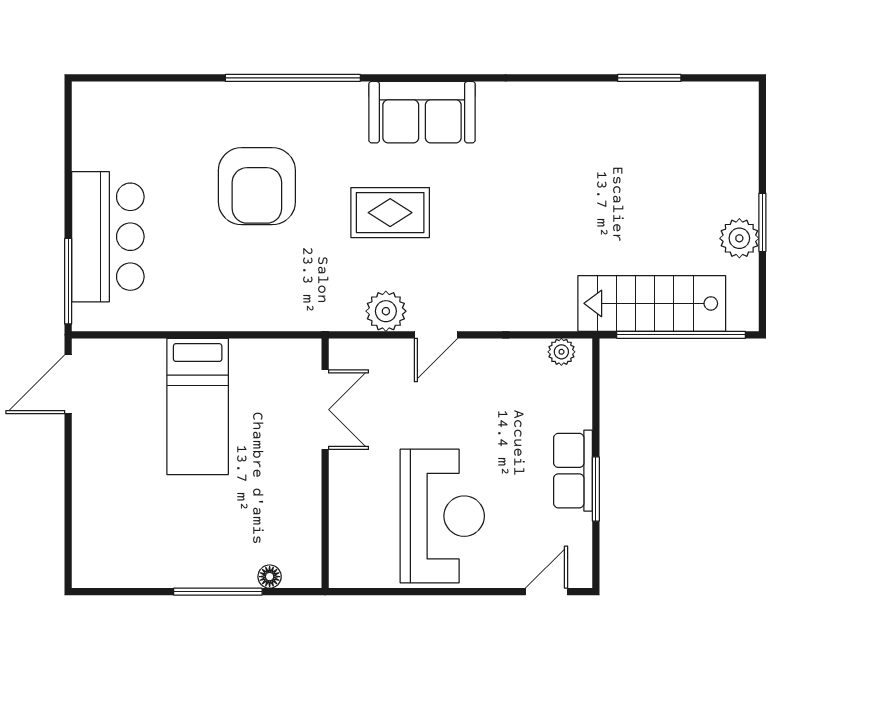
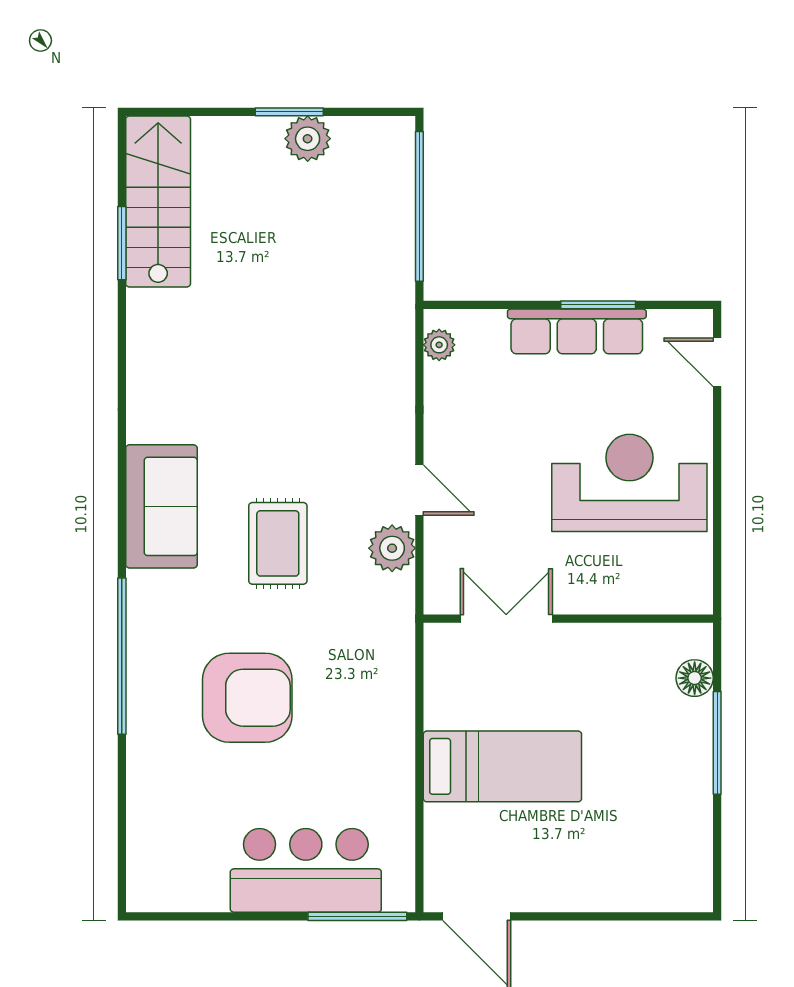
stairs: (652, 303) -> (158, 201), moved, turned 180
row of seats: (573, 471) -> (577, 331), width x1.48
floor lamp: (270, 577) -> (695, 678), width x1.37, depth x1.37

